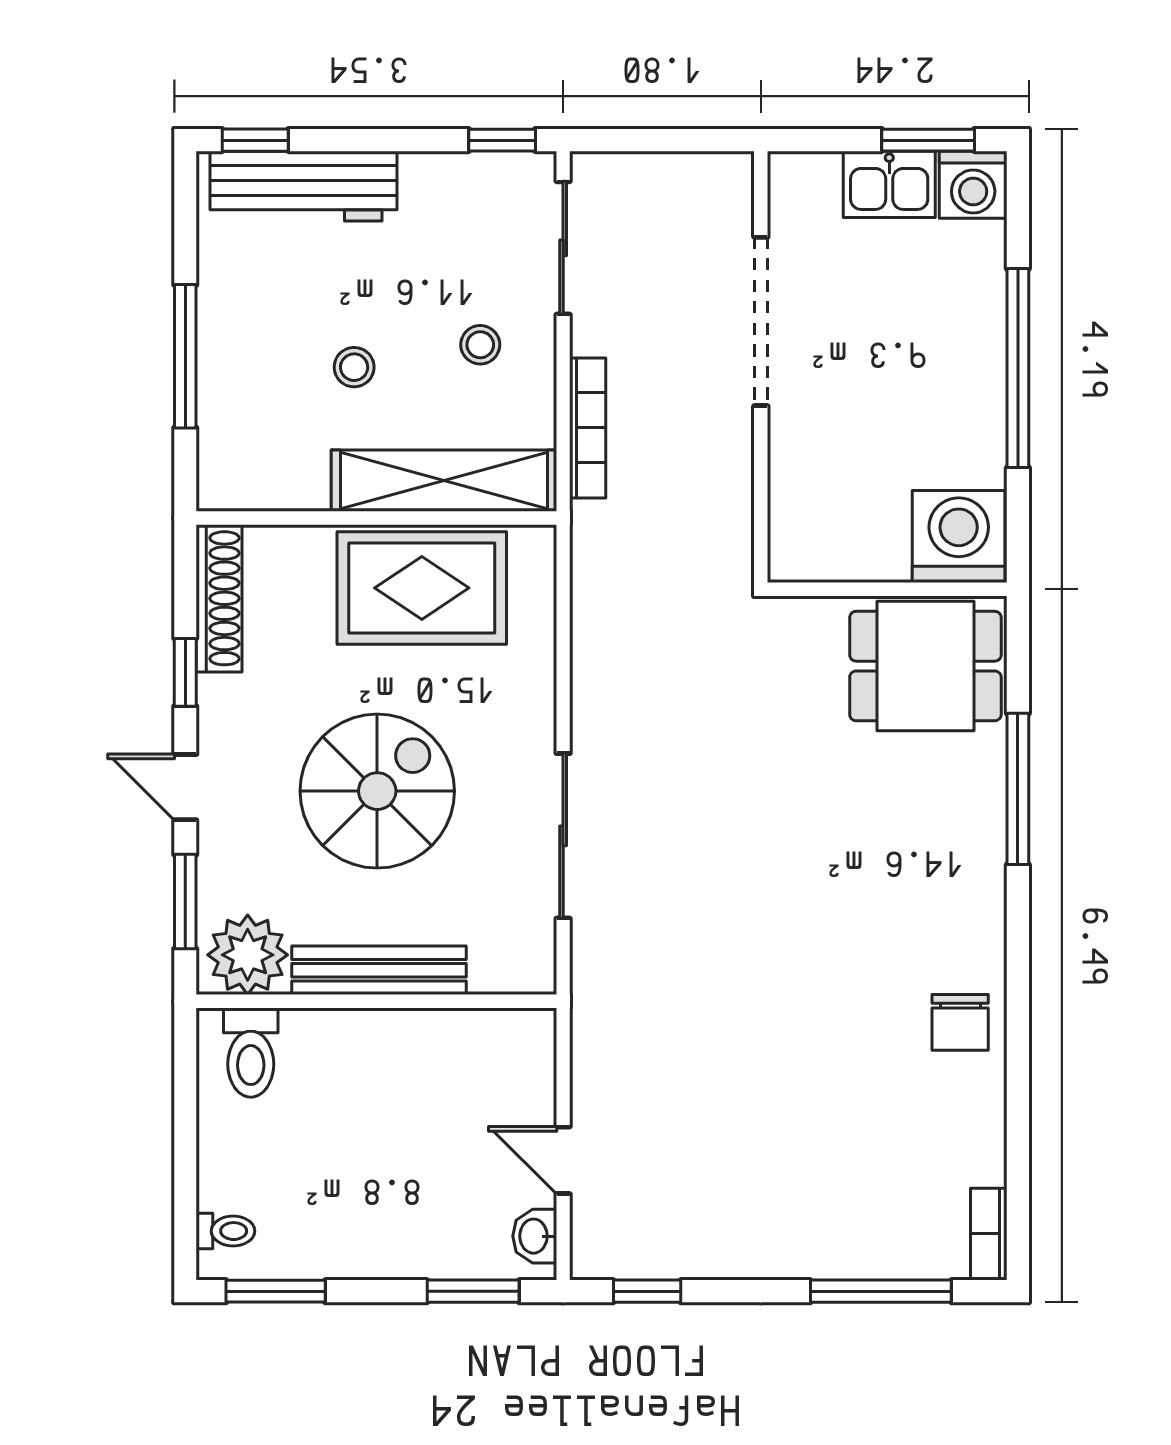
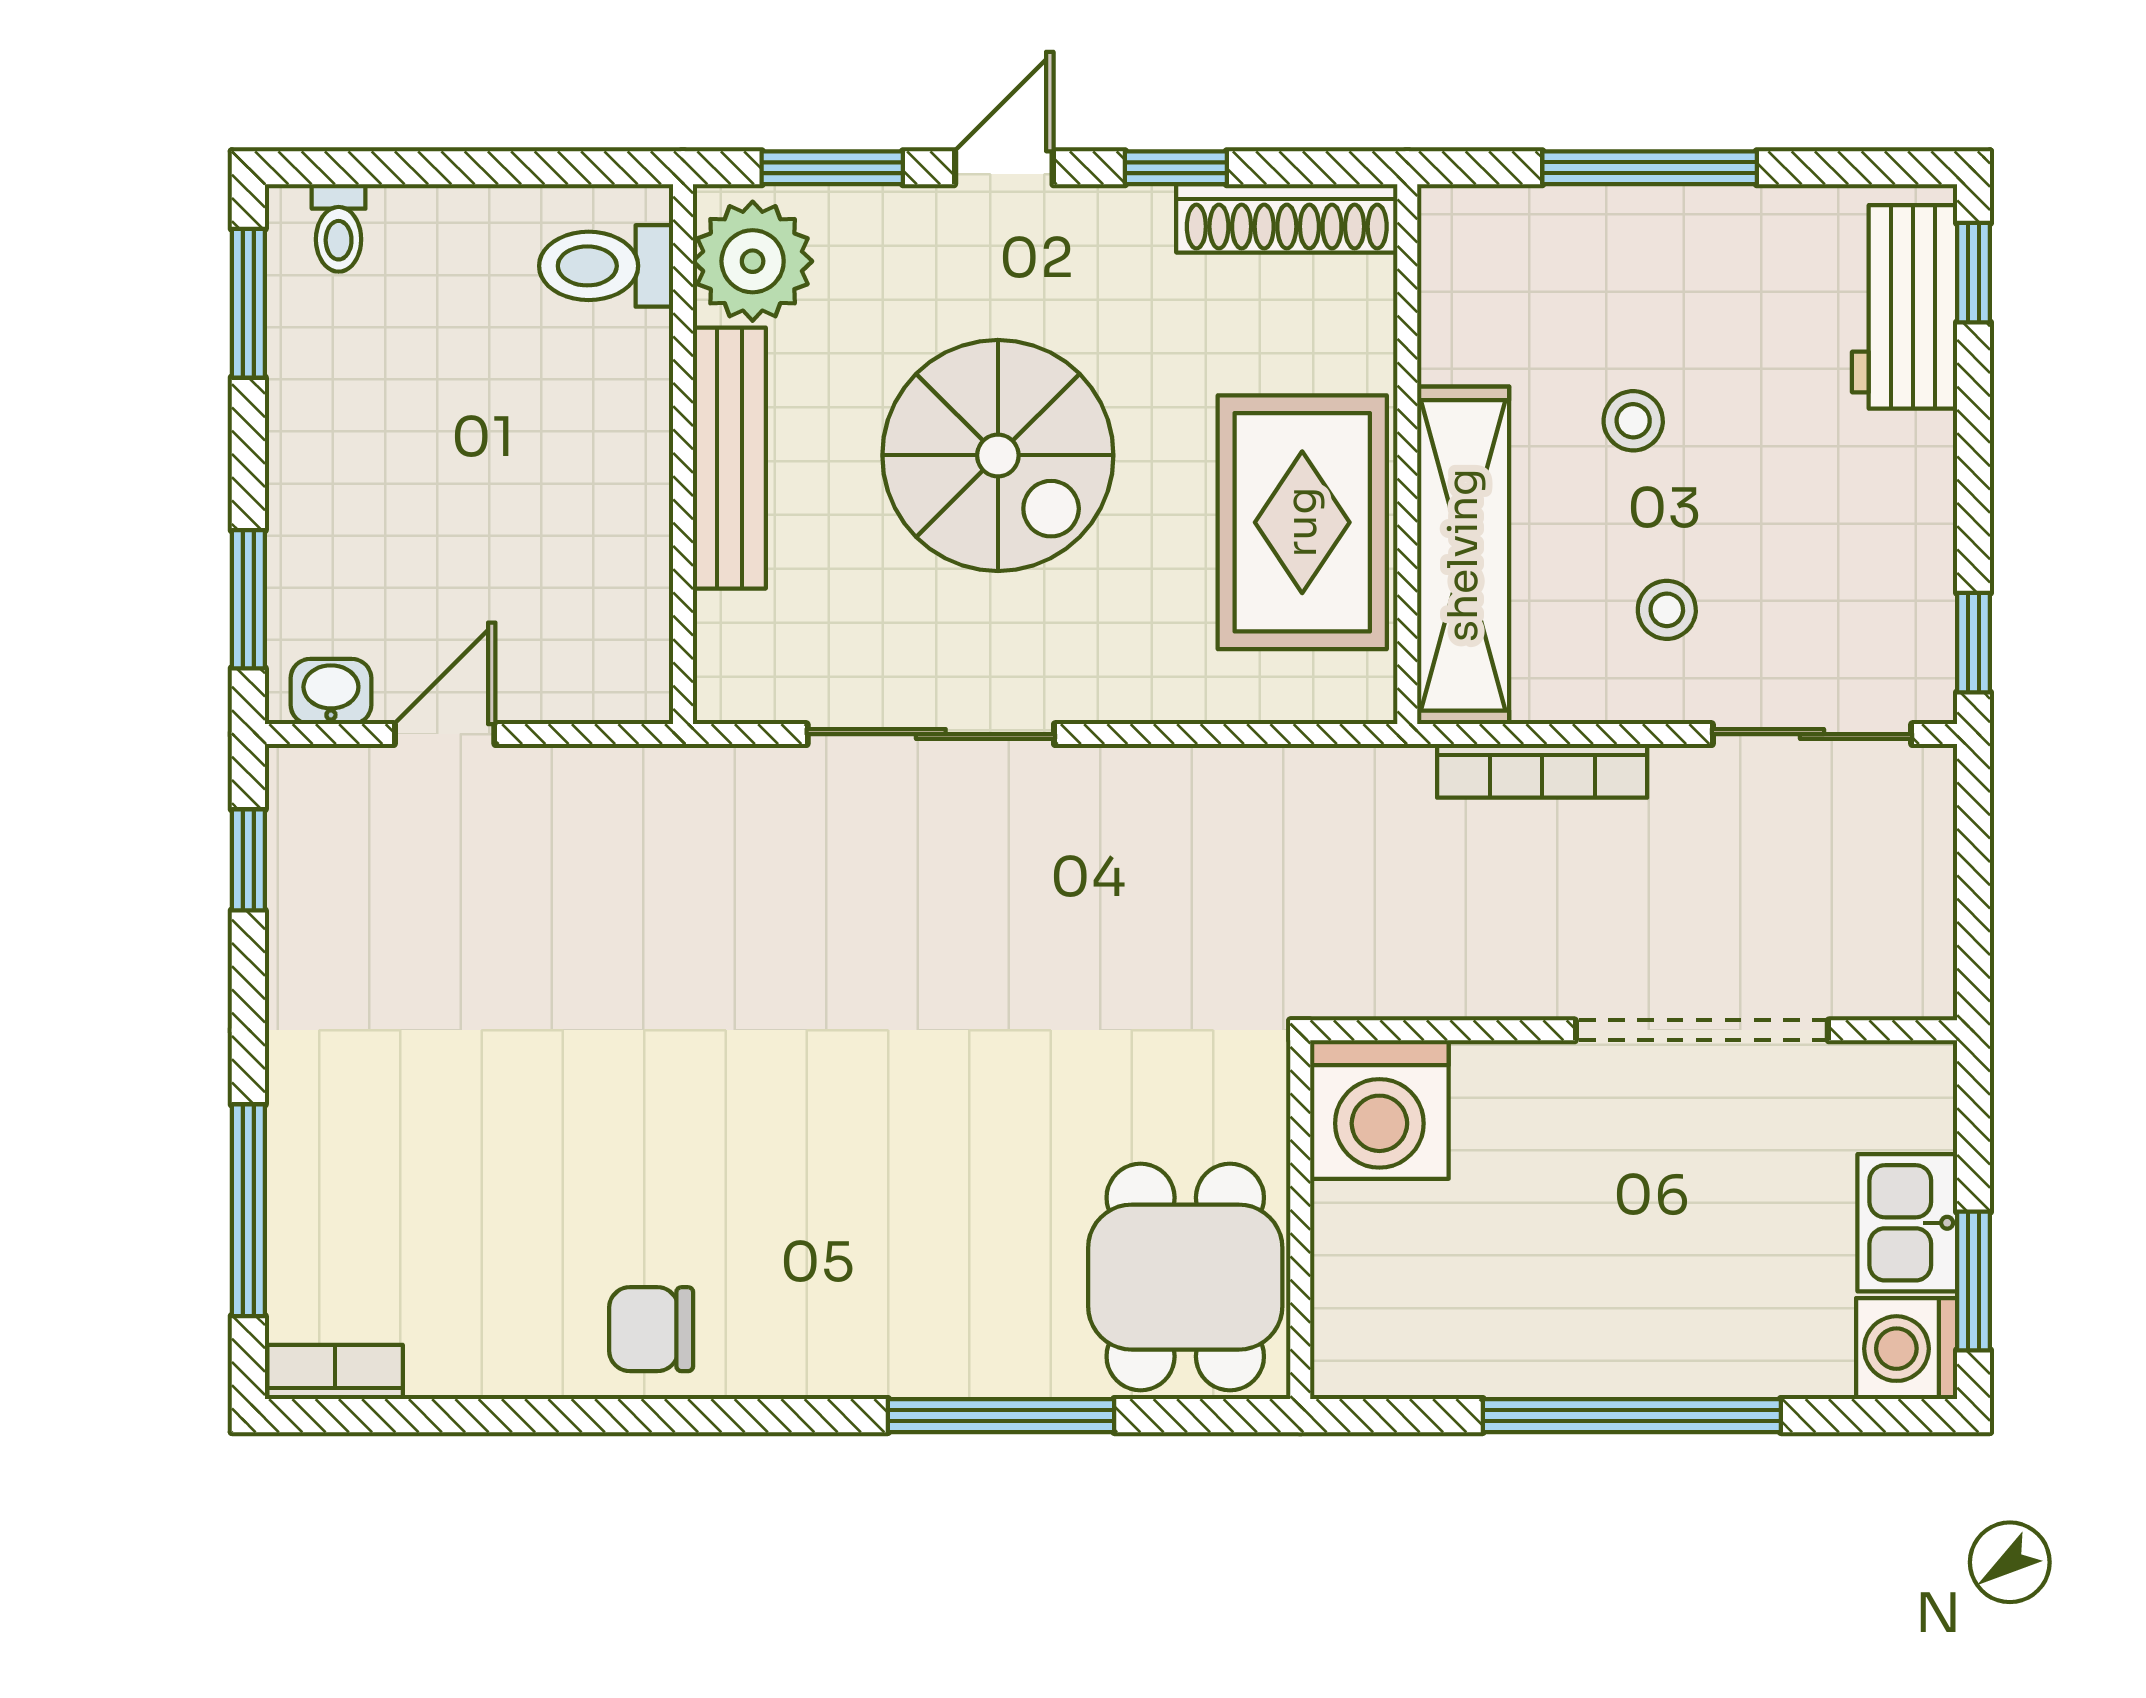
workbench: (304, 186) -> (1904, 307), width x0.73
washing machine: (959, 537) -> (1379, 1109), moved, turned 90

